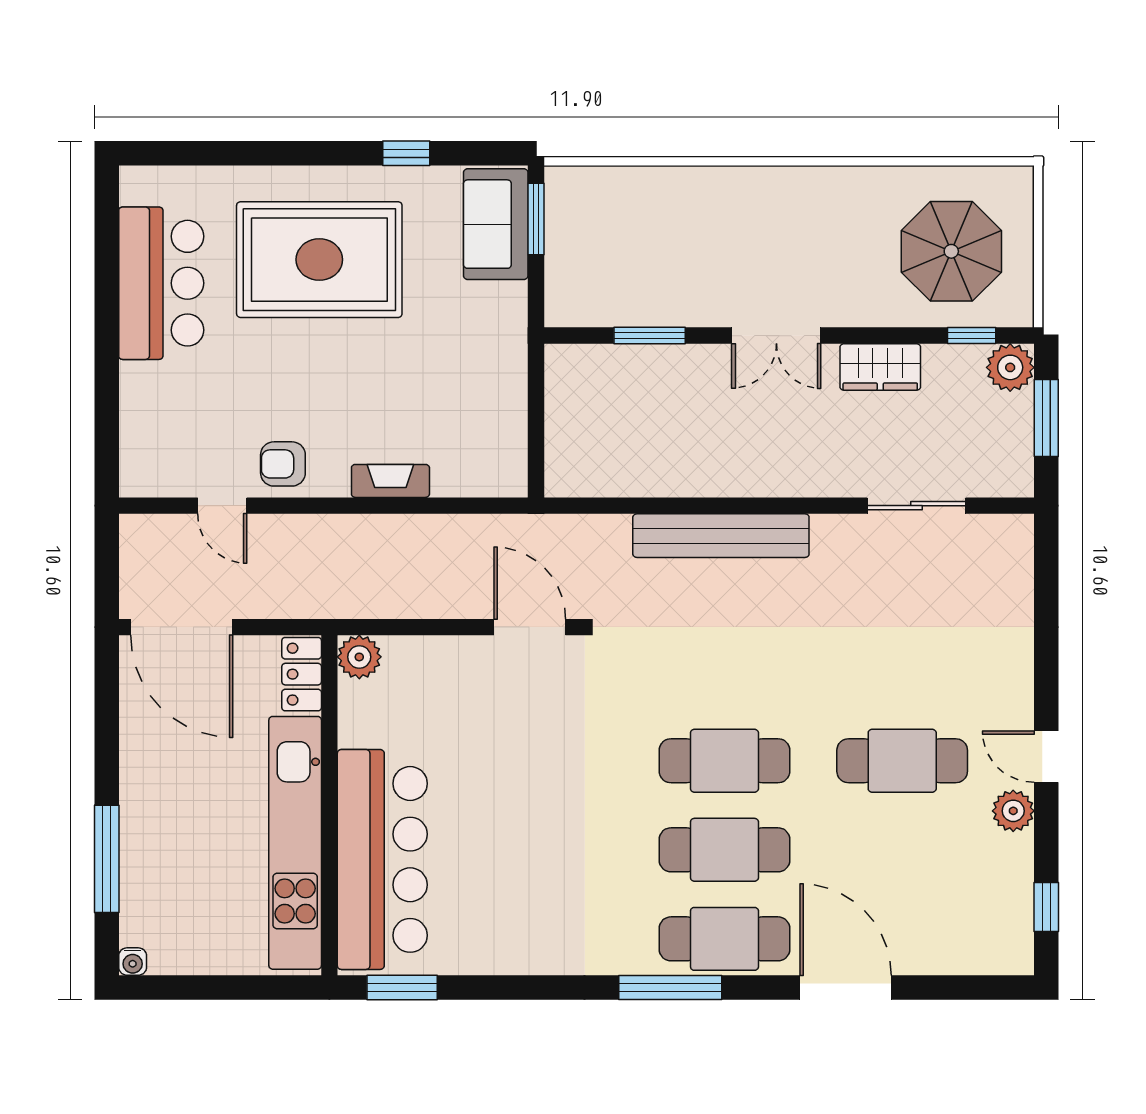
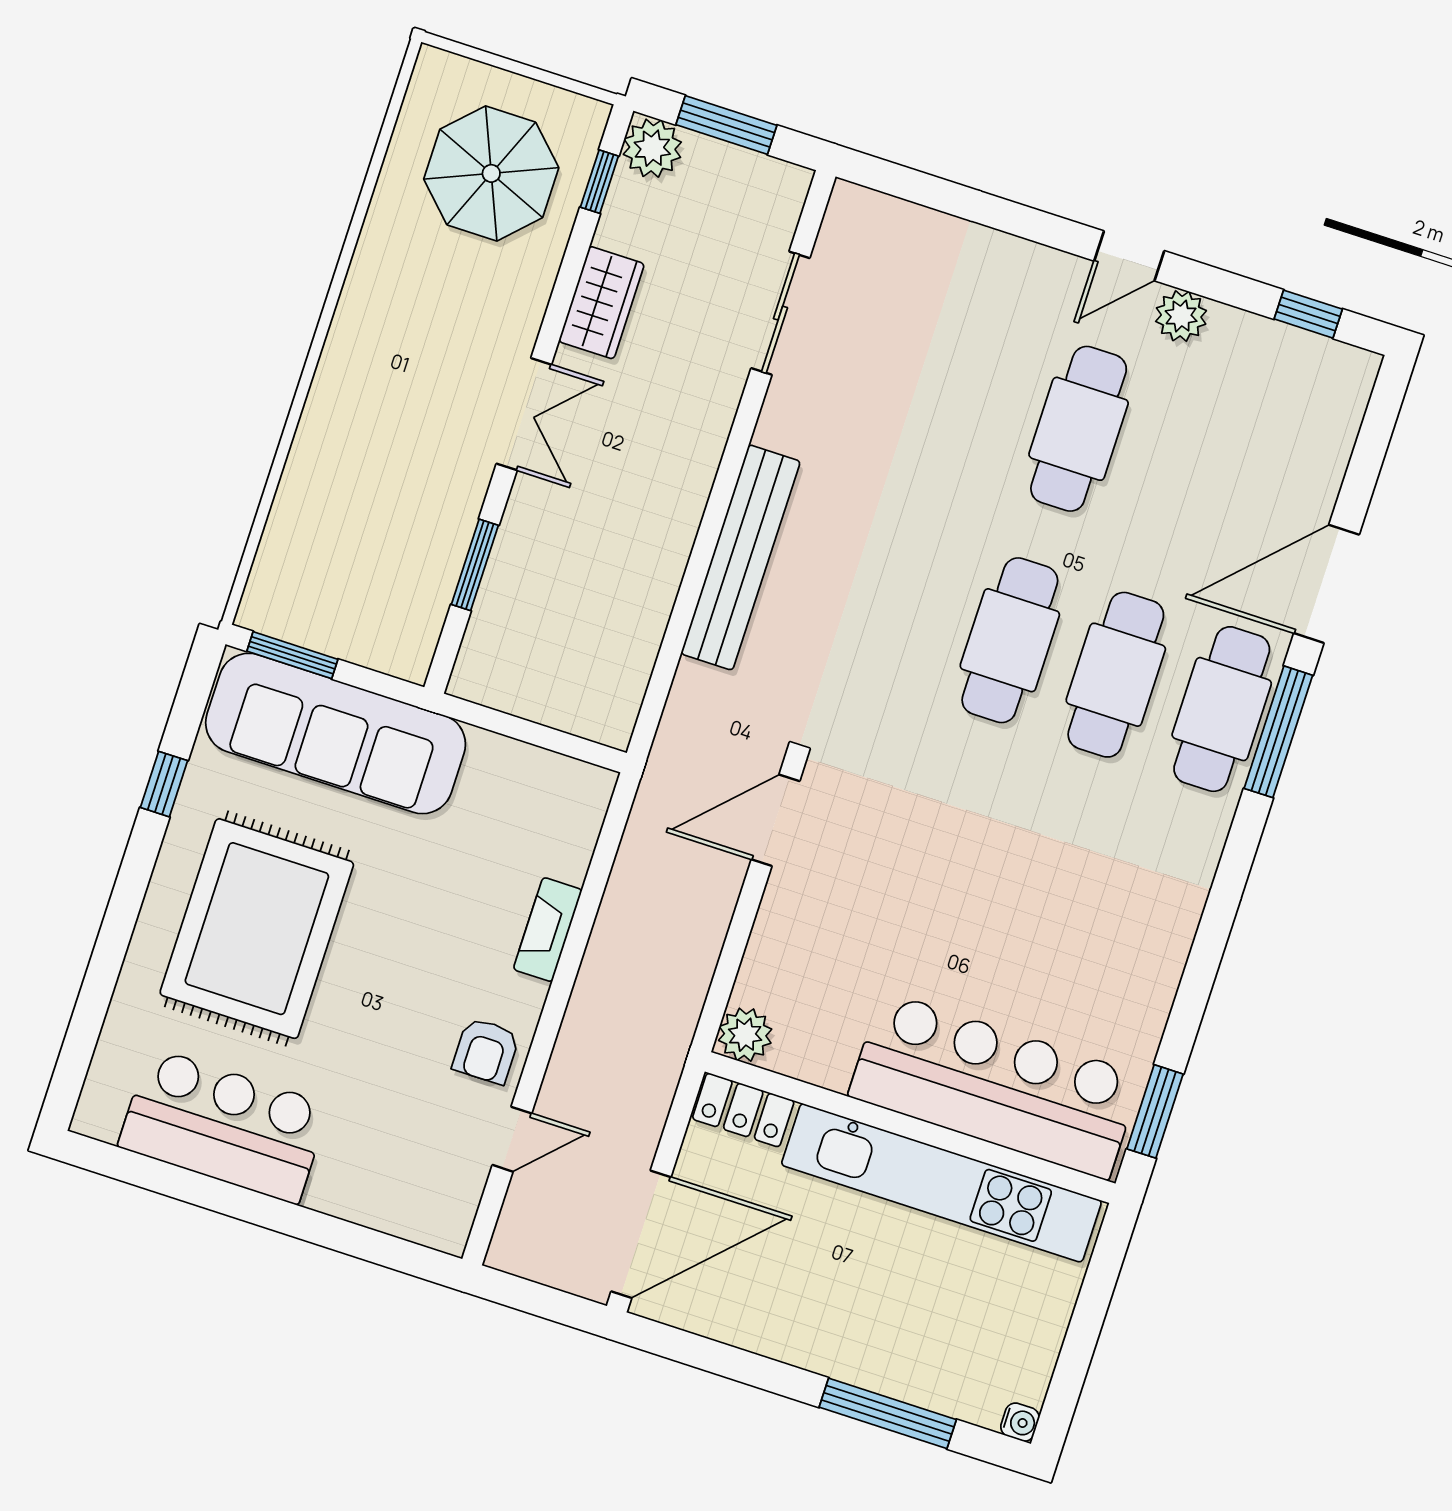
sofa: (496, 224) -> (336, 733), width x1.85, depth x1.27
window: (670, 988) -> (1278, 732), moved

